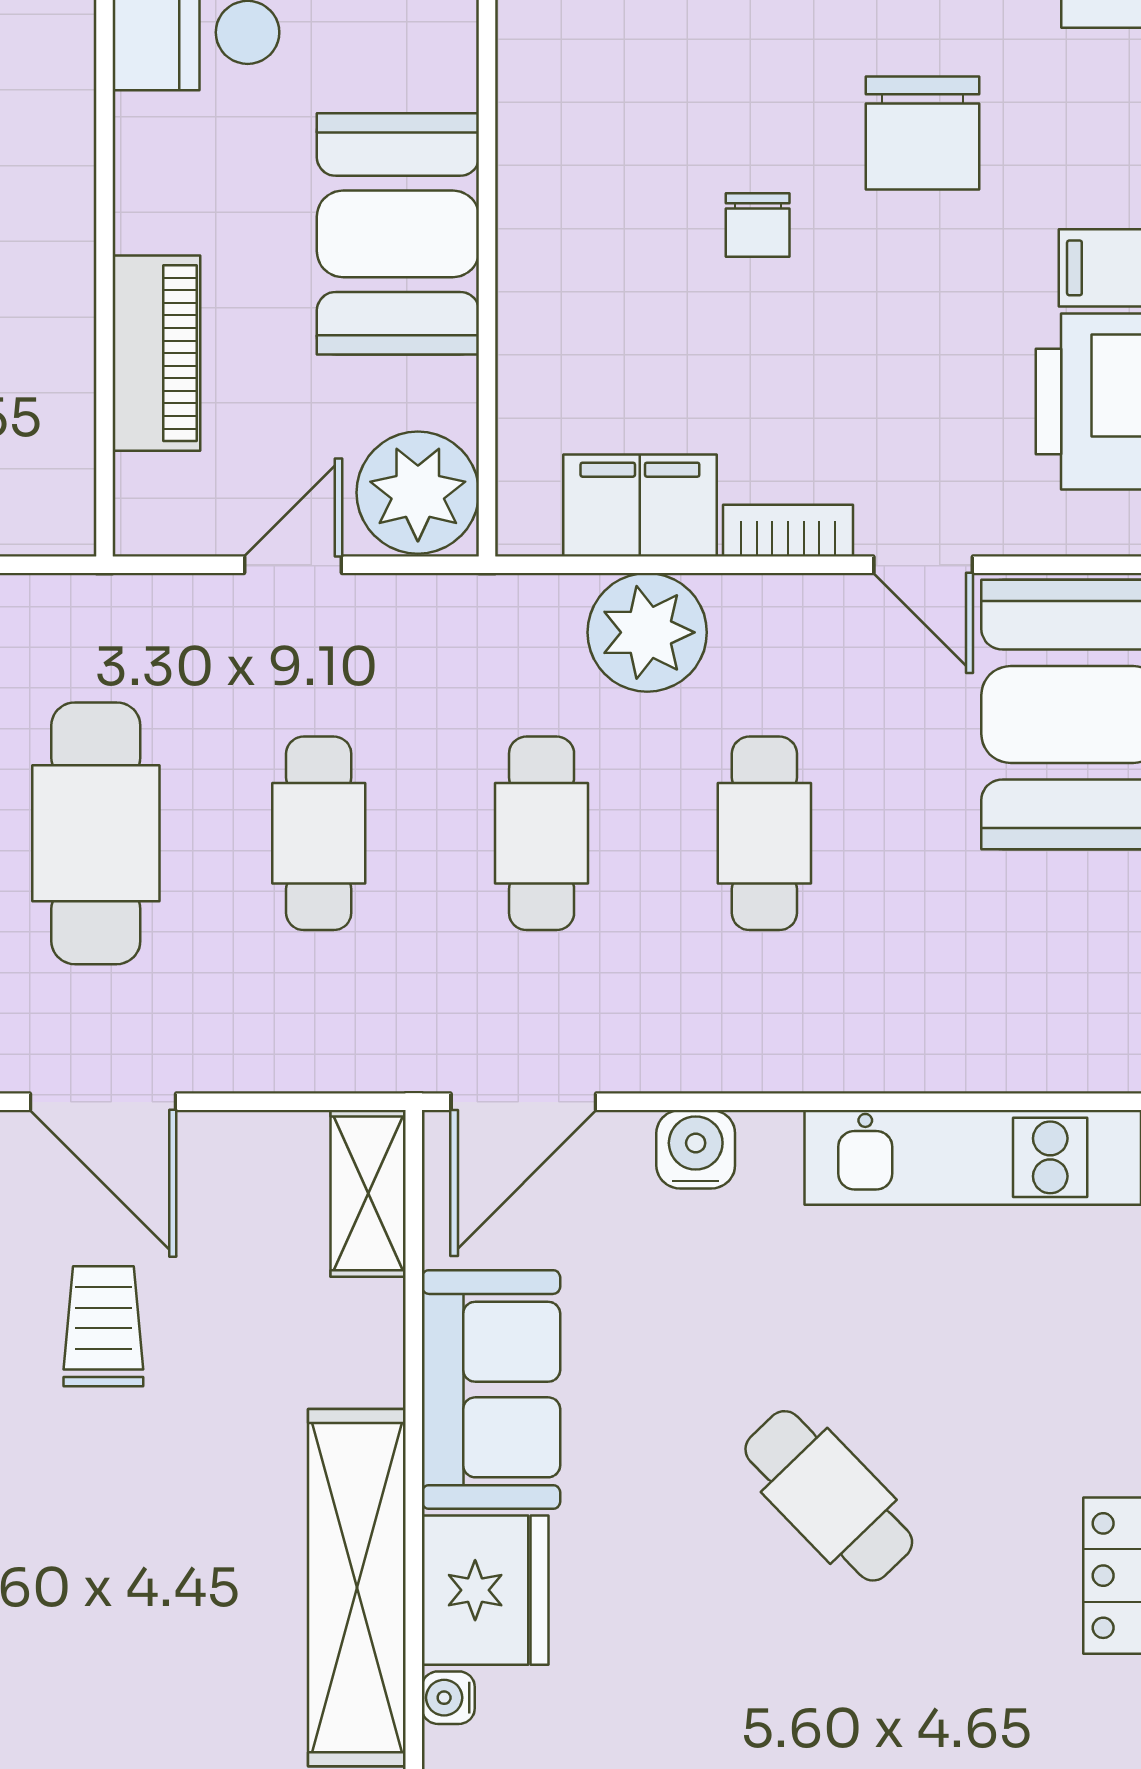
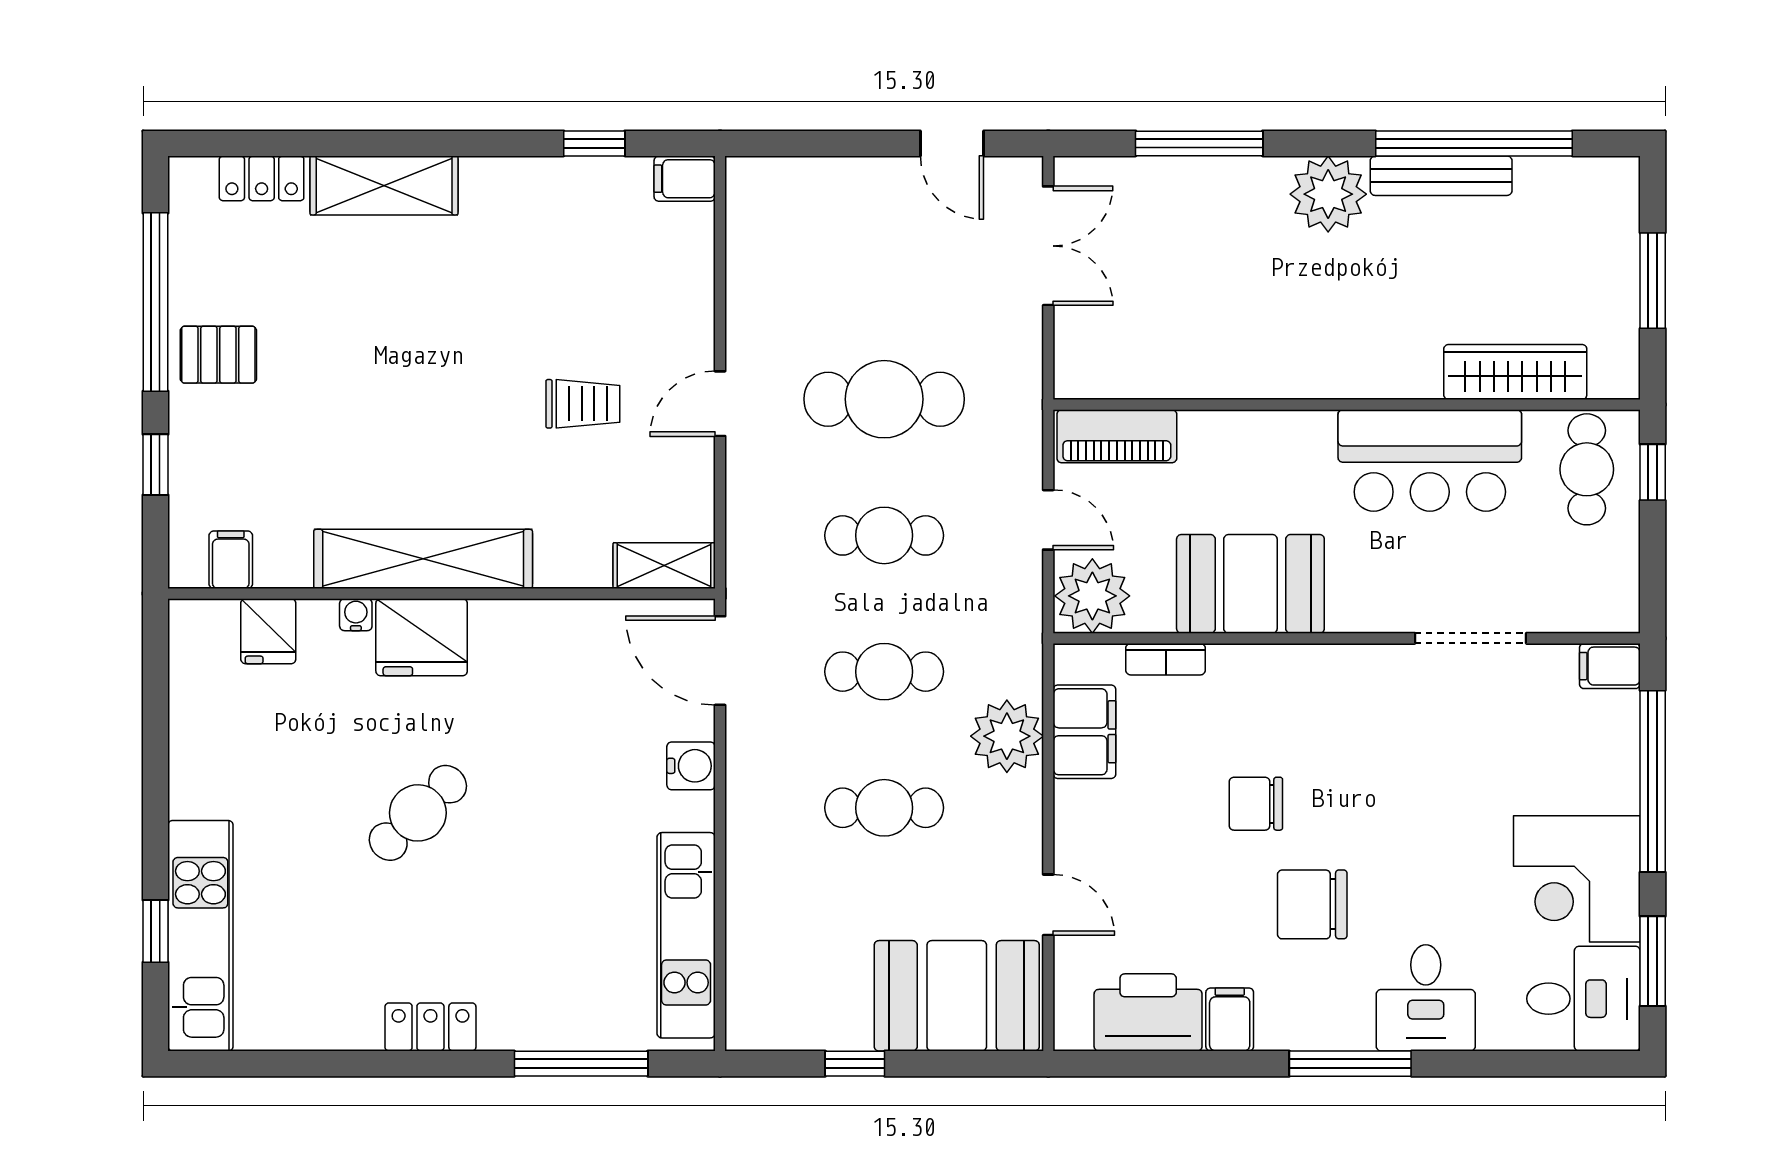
chair: (758, 225) -> (1256, 804), width x1.37, depth x1.37
piano: (156, 353) -> (1117, 436), moved
bookcase: (788, 531) -> (1166, 659), moved, turned 90
door: (923, 565) -> (1048, 905), swing flipped
door: (103, 1102) -> (720, 404), width x0.73
sofa: (491, 1390) -> (544, 641), removed
cafe table: (829, 1496) -> (418, 813), moved

